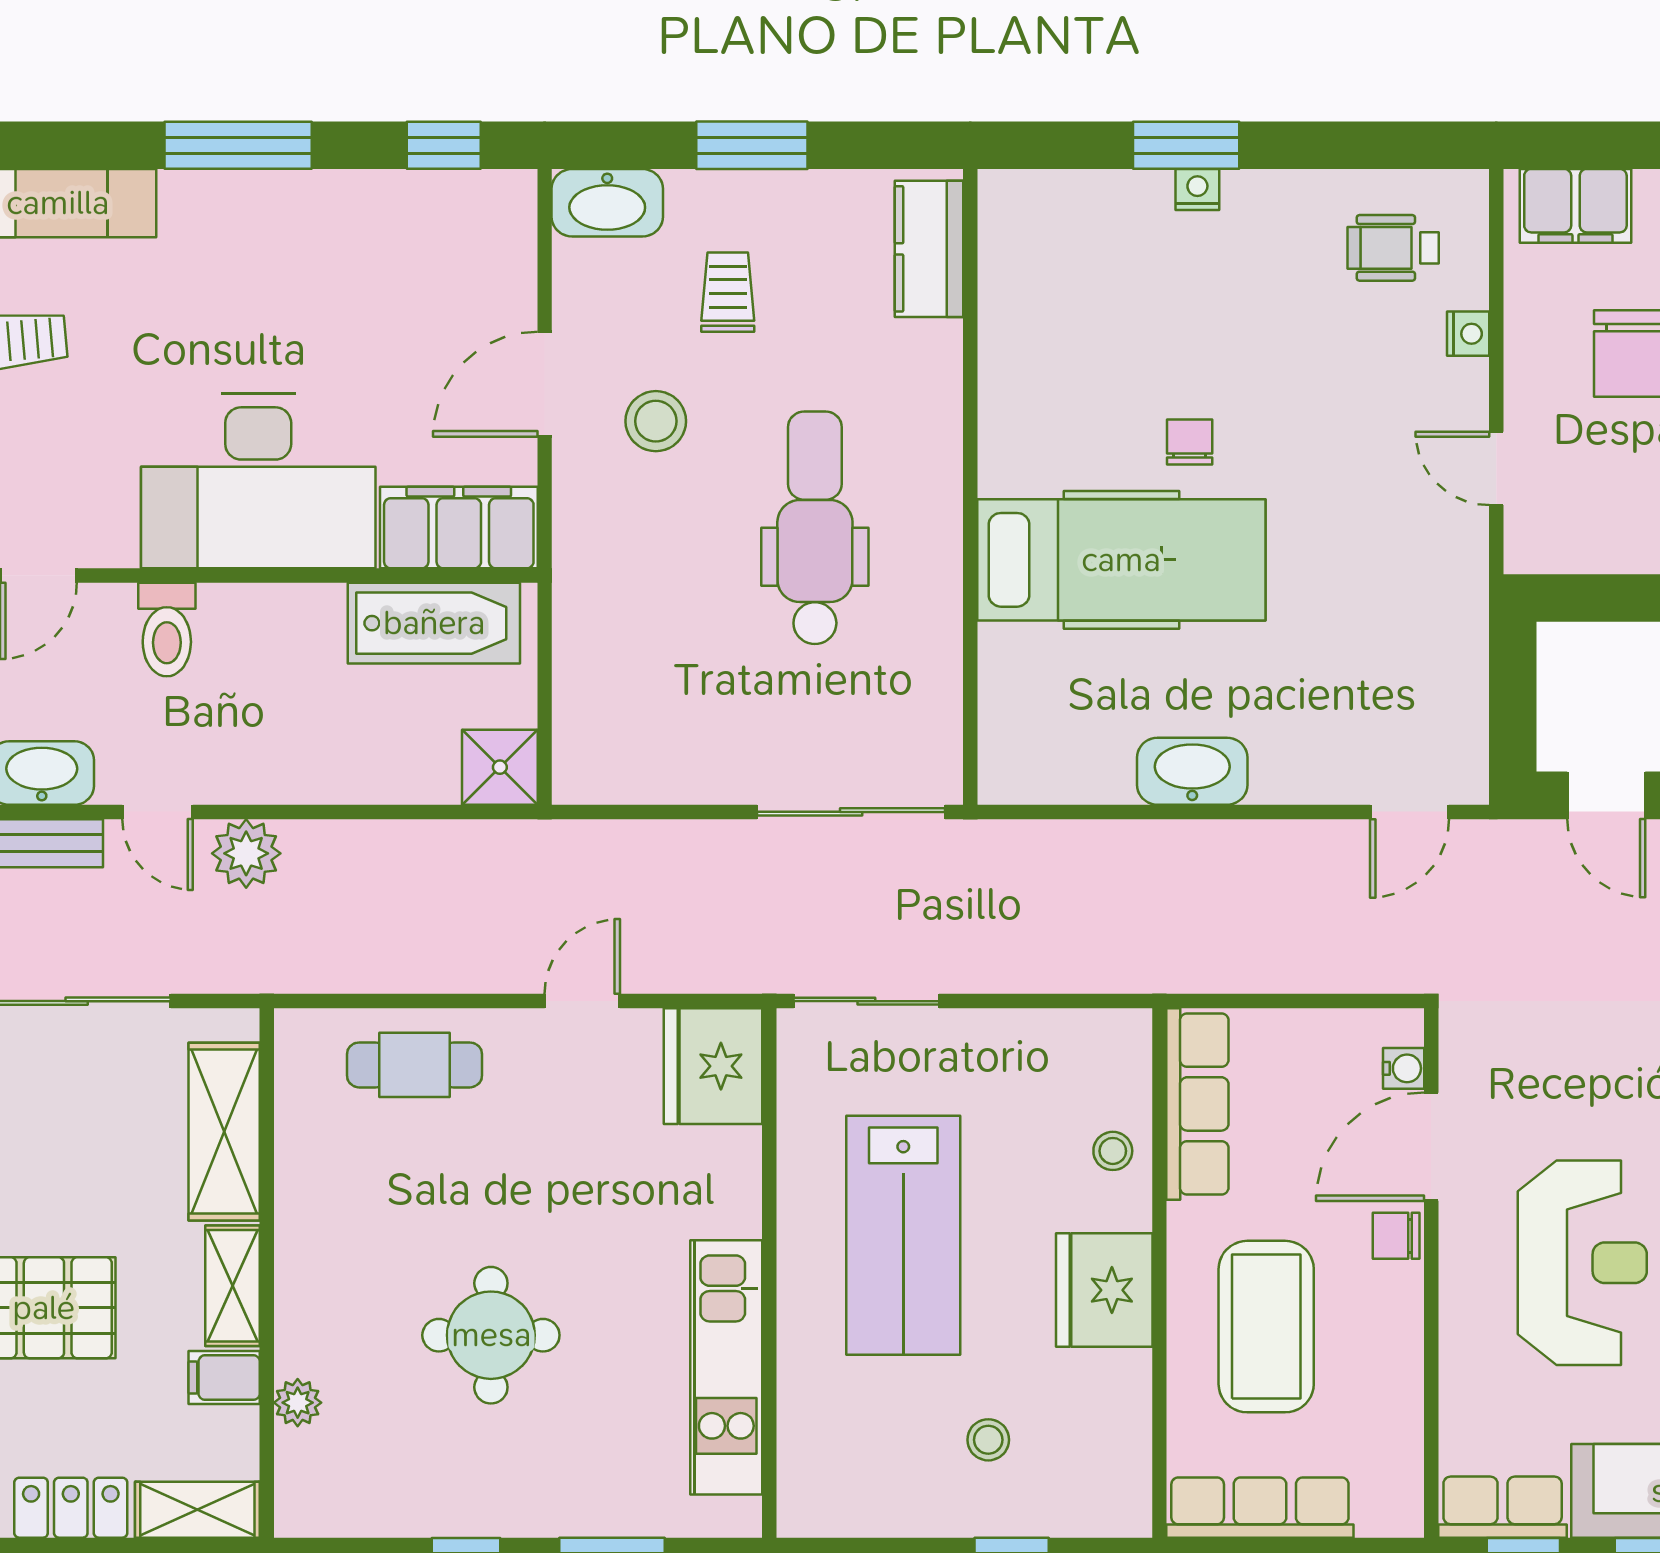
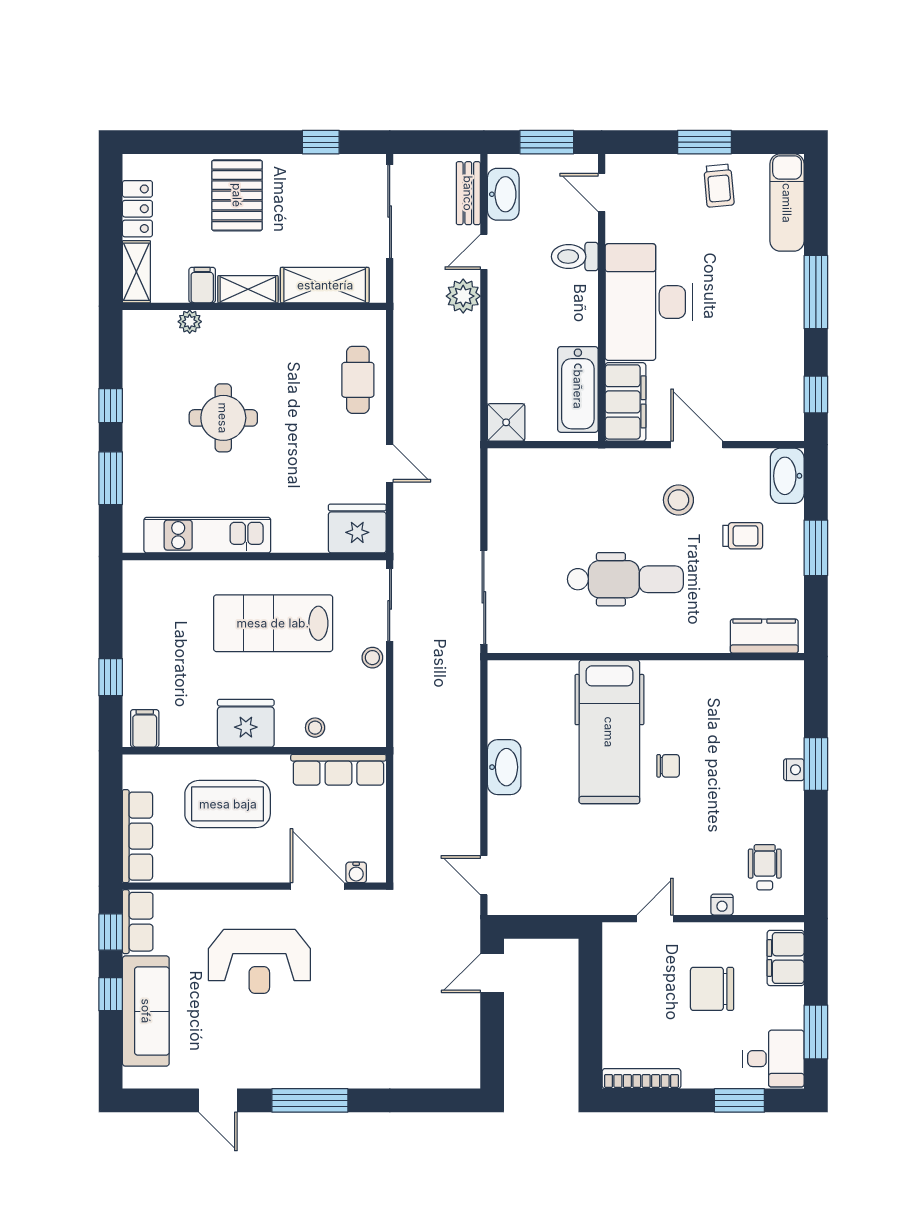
chair: (1396, 1236) -> (273, 869), removed
stool: (988, 1440) -> (372, 658), moved
filing cabinet: (1114, 1493) -> (145, 728), added
row of seats: (1260, 1508) -> (137, 836), moved

